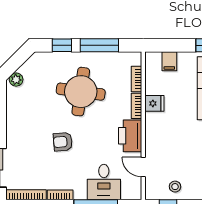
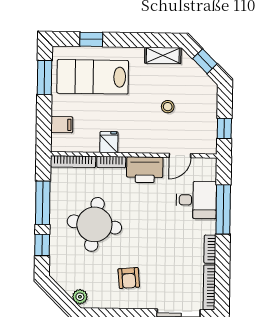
bookcase: (137, 79) -> (73, 162), width x1.56
armchair: (63, 142) -> (129, 278), moved
stool: (175, 187) -> (168, 107), moved

